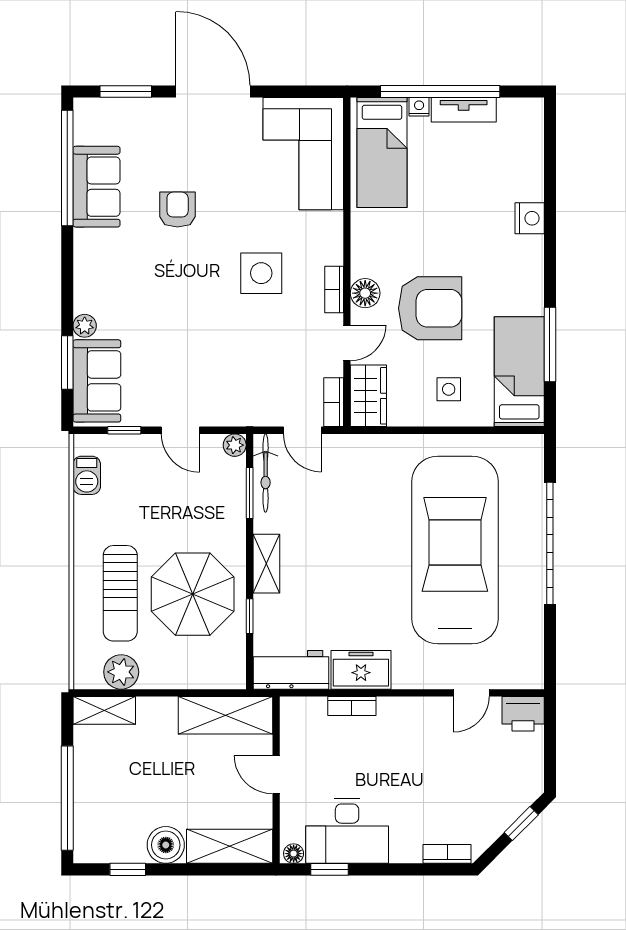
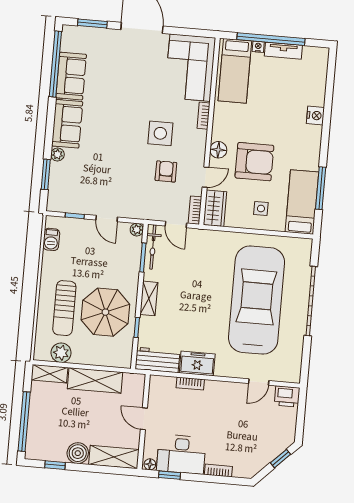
armchair: (178, 210) -> (166, 171), moved
bookcase: (334, 290) -> (204, 116), moved
sofa: (97, 381) -> (67, 124), moved
shelving: (226, 715) -> (95, 380), moved
bookcase: (447, 854) -> (218, 471), moved

